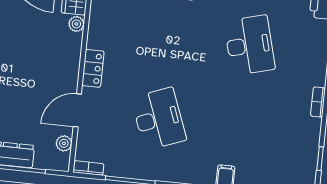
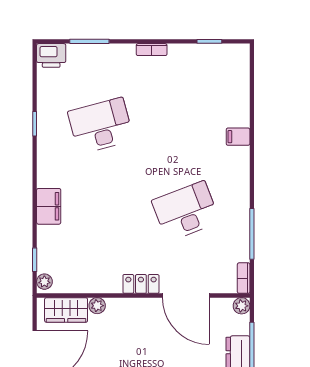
door: (77, 110) -> (186, 296), width x1.36
plant: (64, 143) -> (242, 306), moved

